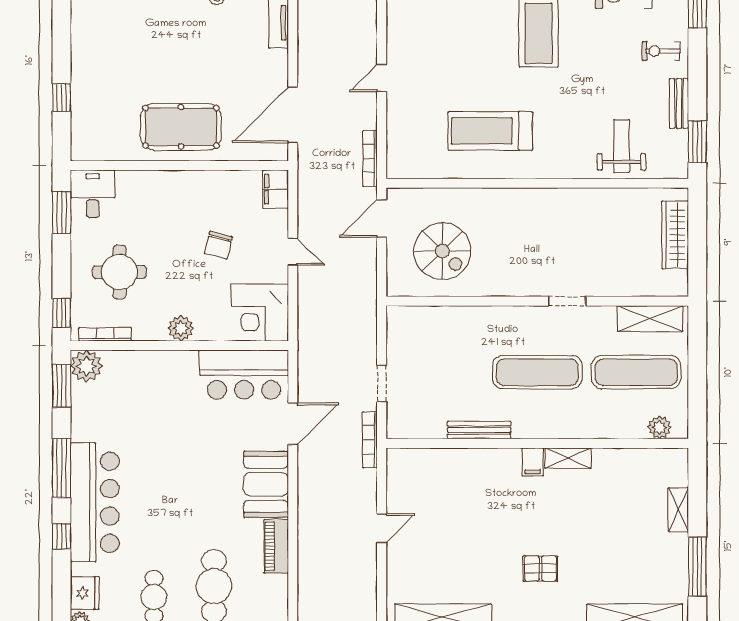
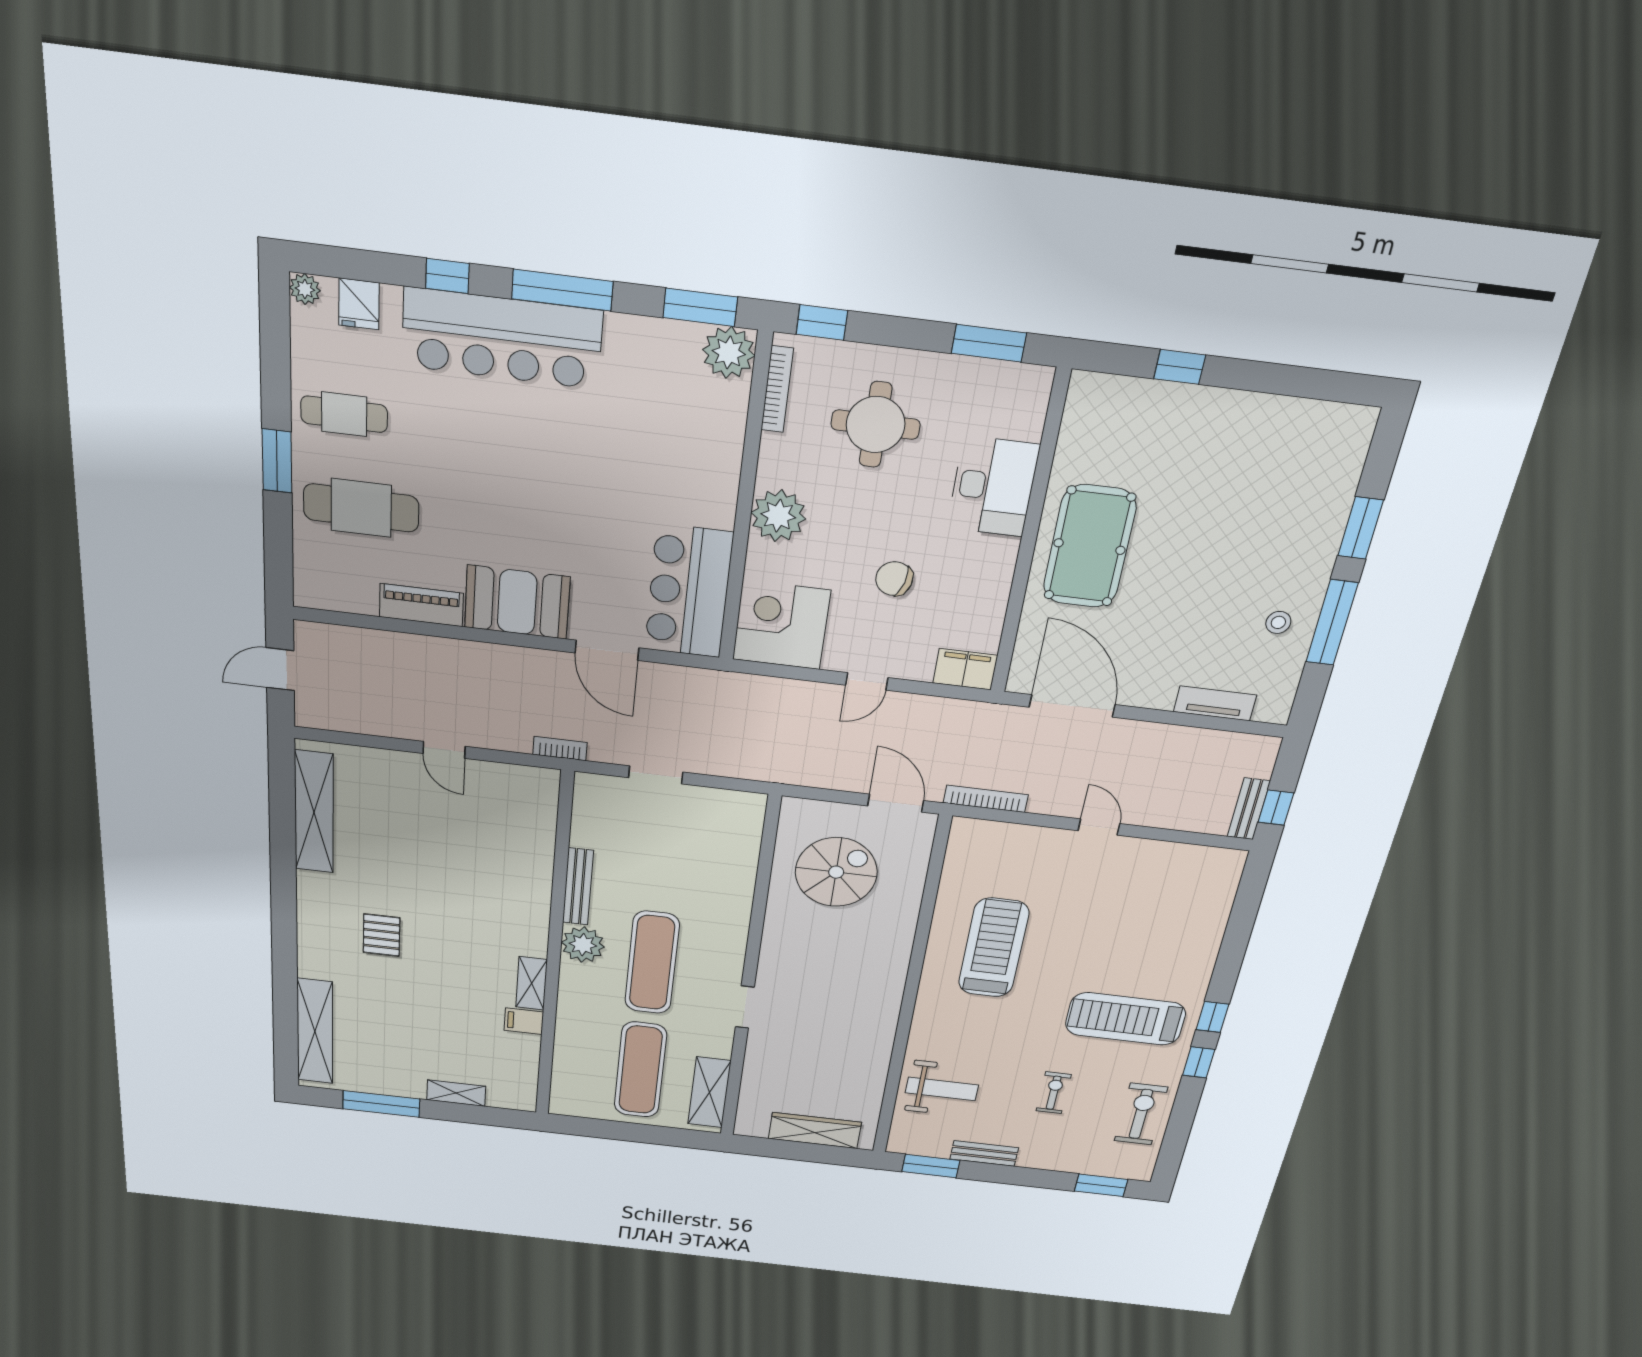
exercise bike: (661, 51) -> (1054, 1093), moved
desk: (93, 194) -> (993, 486), moved, width x1.37
spiral stairs: (442, 251) -> (836, 872), turned 180
plant: (181, 328) -> (778, 516), width x1.36, depth x1.36
plant: (659, 427) -> (583, 945), moved, width x1.36, depth x1.36
bookcase: (370, 440) -> (560, 748), width x0.64
filing cabinet: (533, 462) -> (524, 1021), moved
fridge: (85, 593) -> (359, 304), width x0.72

